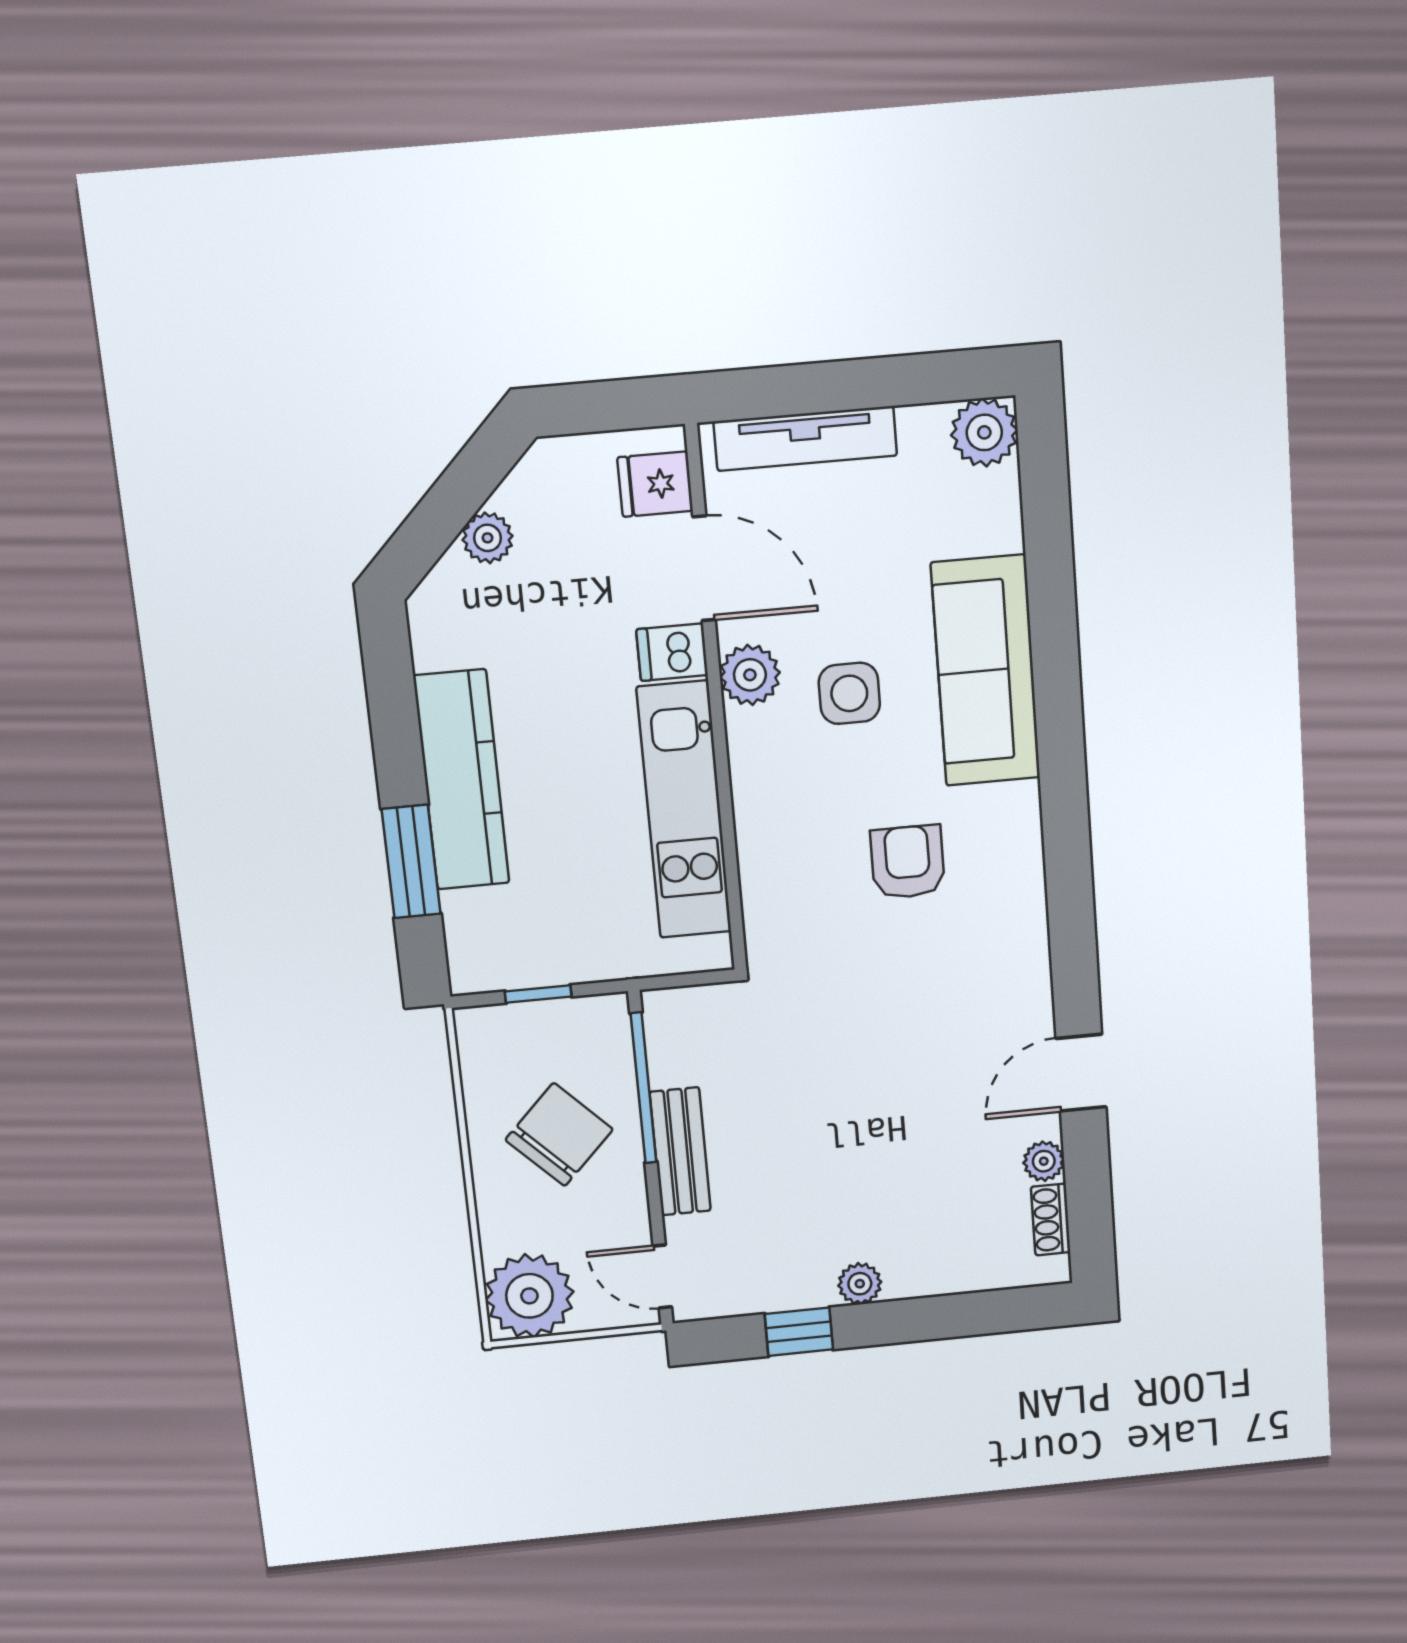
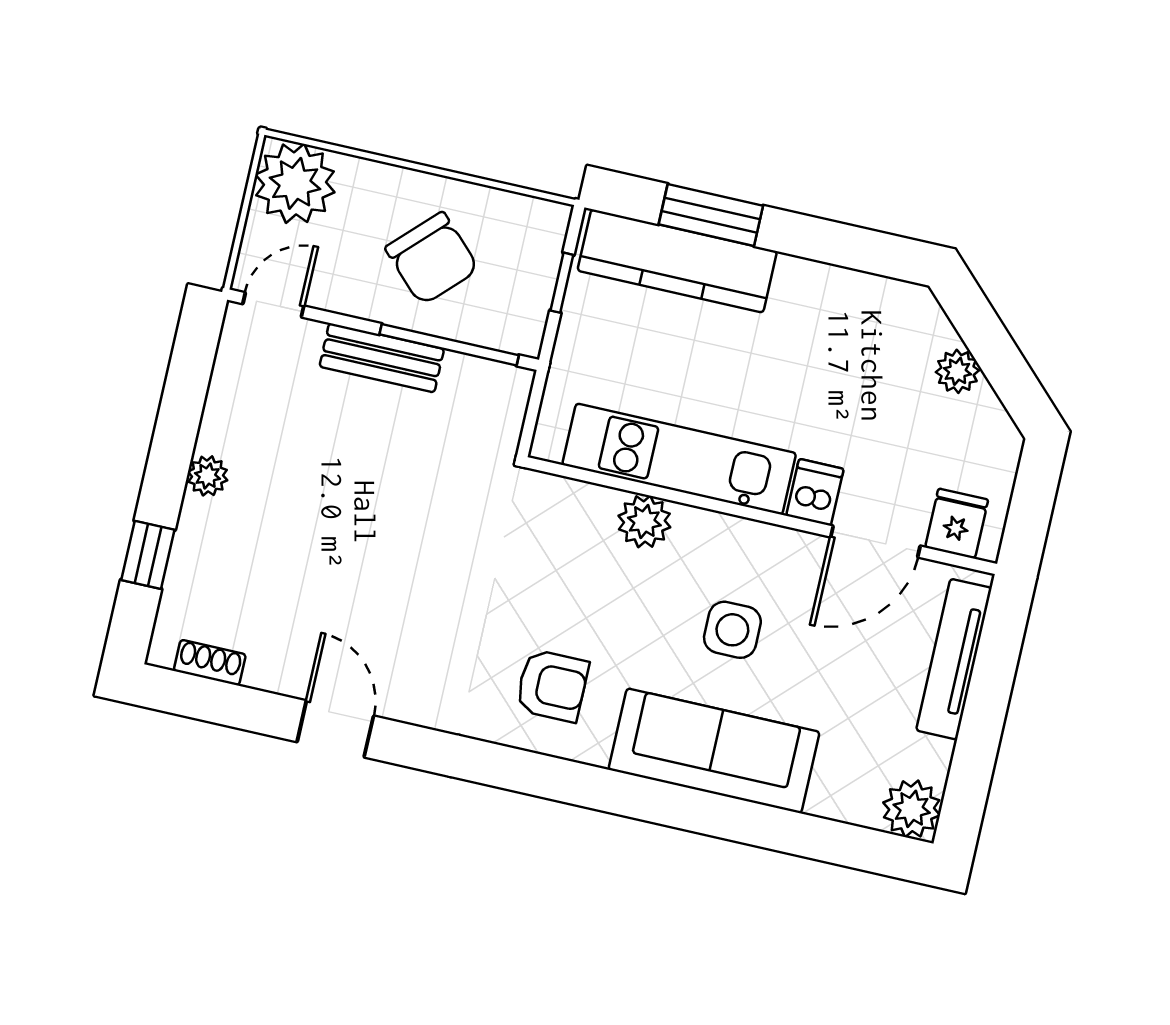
plant: (750, 675) -> (644, 522), moved
kitchen counter: (462, 780) -> (677, 261), moved
armchair: (908, 862) -> (552, 686), moved
plant: (1044, 1161) -> (266, 672), removed
window: (799, 1332) -> (148, 555), moved

